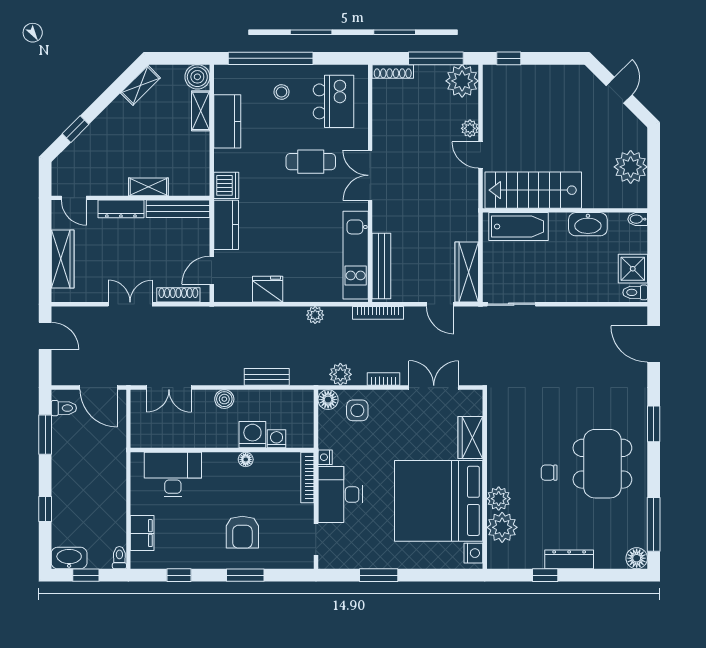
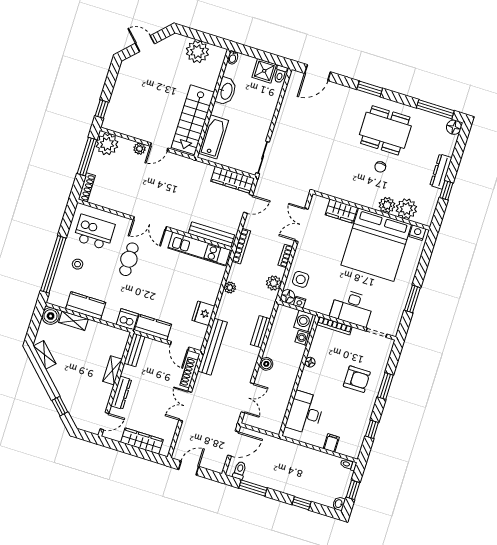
bench: (178, 209) -> (134, 350), width x0.73
bench: (225, 316) -> (212, 347), added
washing machine: (252, 435) -> (305, 321), moved
nightstand: (325, 457) -> (300, 302), moved
filing cabinet: (142, 533) -> (331, 443), width x0.50
washbasin: (69, 558) -> (339, 504), width x0.52, depth x0.69

